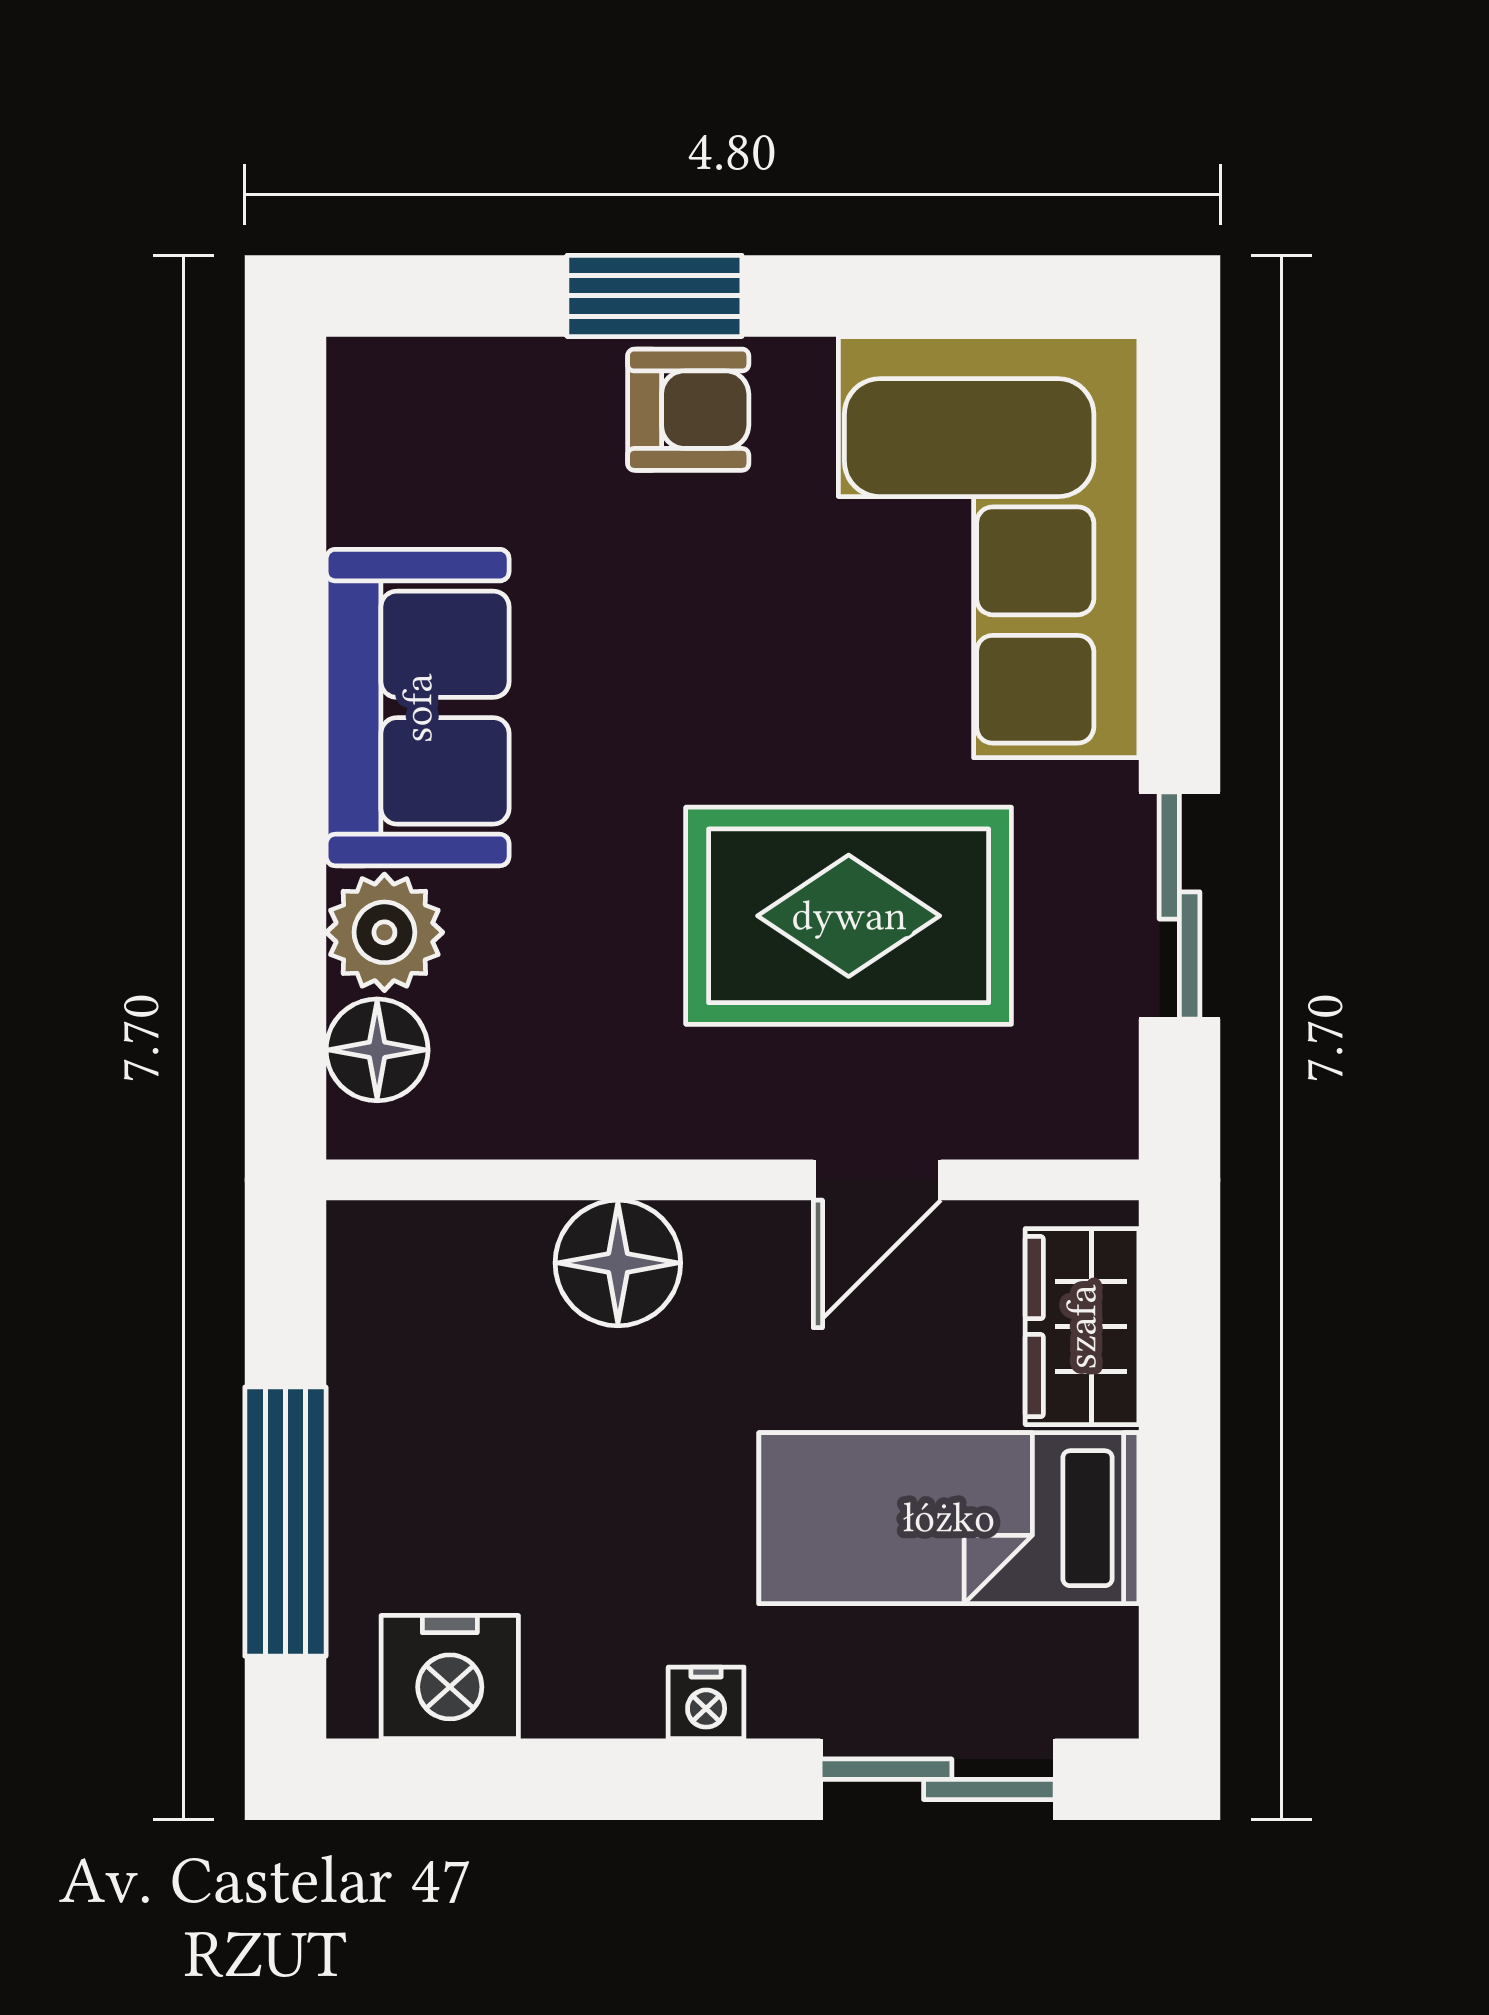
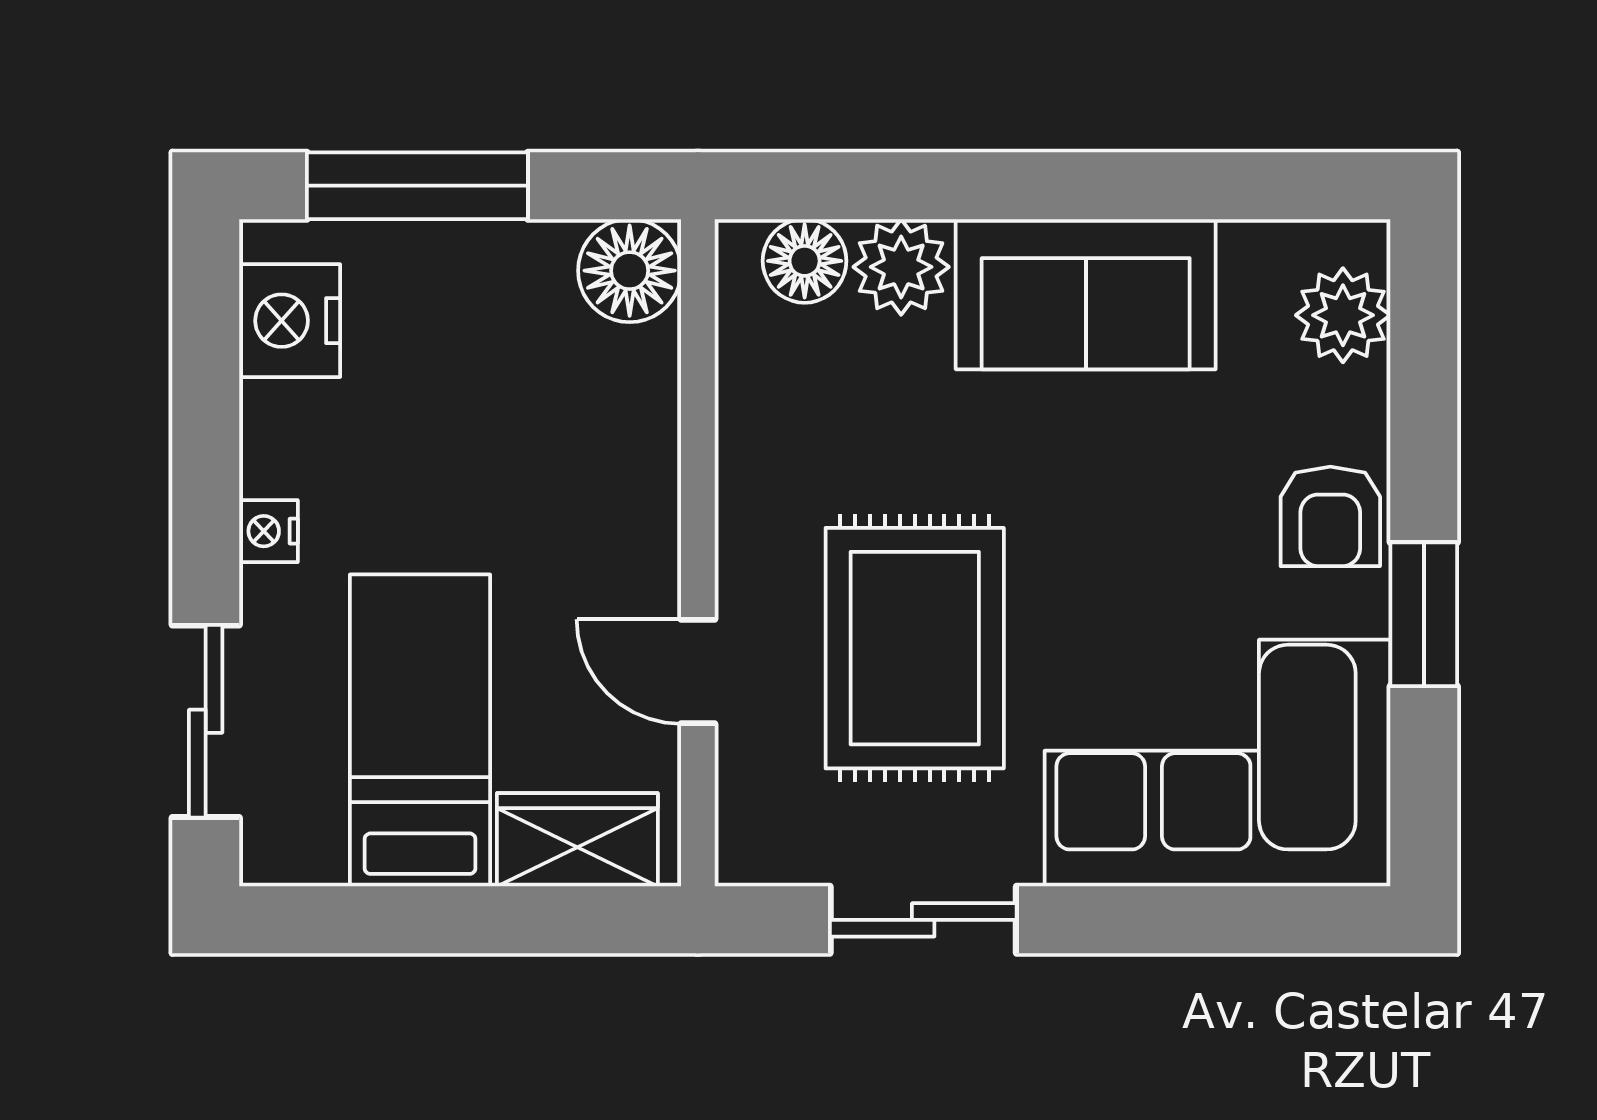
window: (654, 296) -> (1424, 614), moved
plant: (443, 394) -> (1343, 315), added
floor lamp: (618, 1263) -> (630, 271), moved

